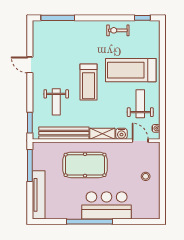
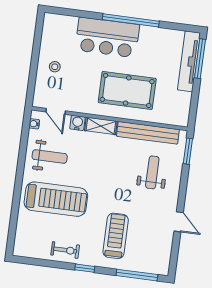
window: (142, 18) -> (85, 268), moved
treadmill: (88, 82) -> (116, 236), moved
weight bench: (140, 104) -> (50, 157), turned -90
window: (30, 166) -> (200, 59), moved

